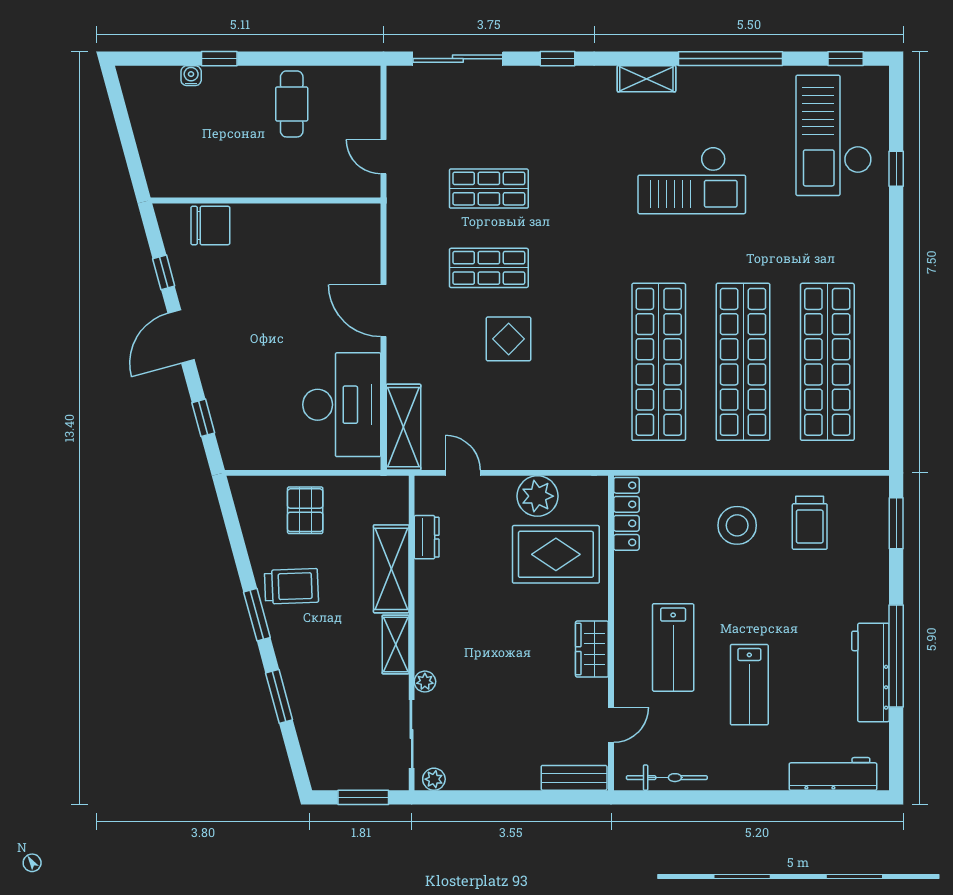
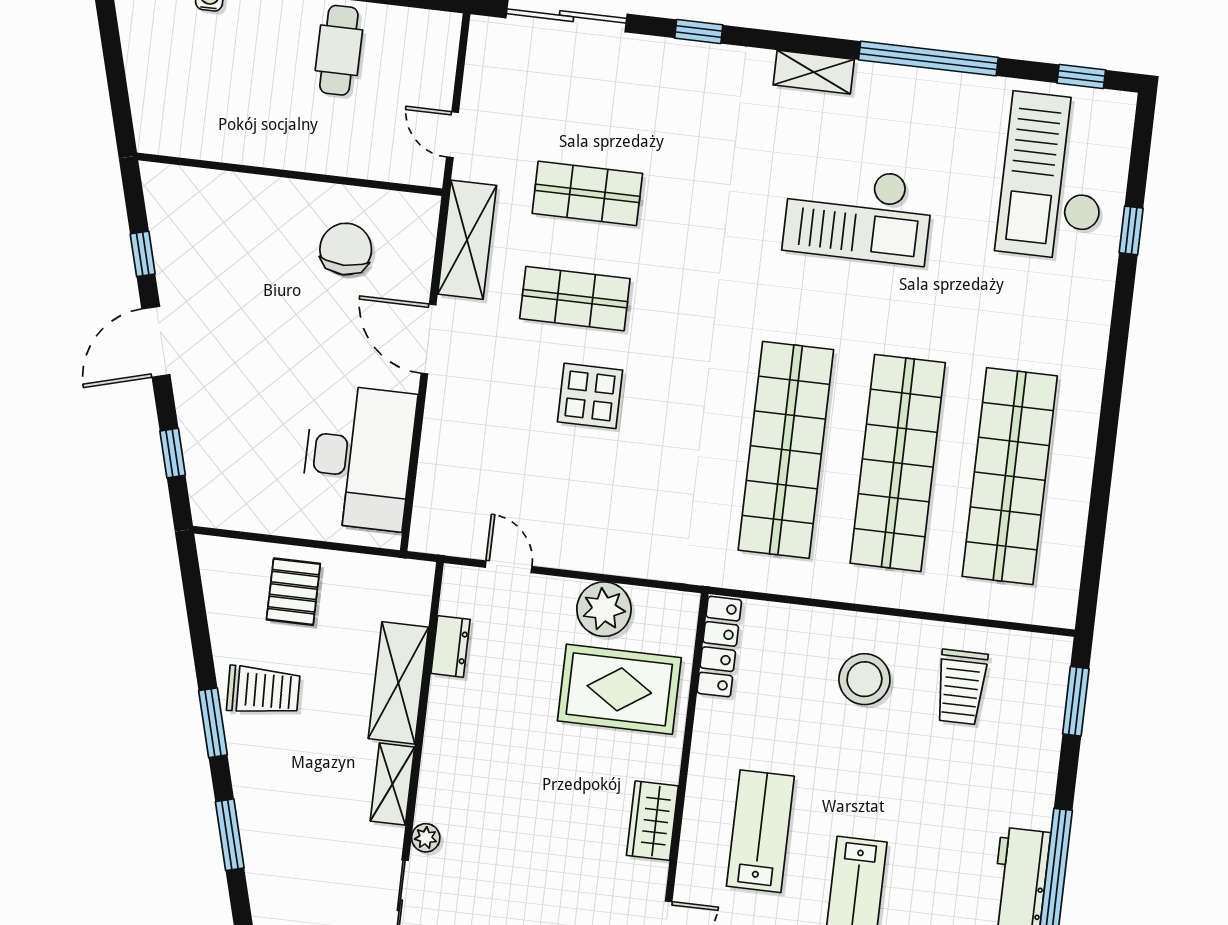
chair: (210, 226) -> (346, 249), moved, turned -90
shelving: (403, 427) -> (467, 240), moved
lab bench: (673, 647) -> (760, 831), turned 180

